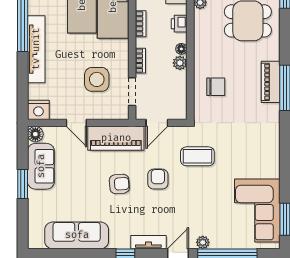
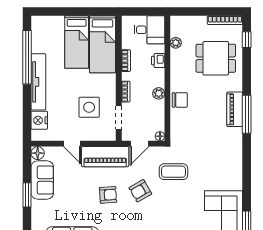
floor lamp: (181, 49) -> (160, 136), moved
chair: (216, 87) -> (180, 100), moved
nightstand: (38, 110) -> (39, 120), moved, turned 90
armchair: (158, 179) -> (140, 191), turned -120

